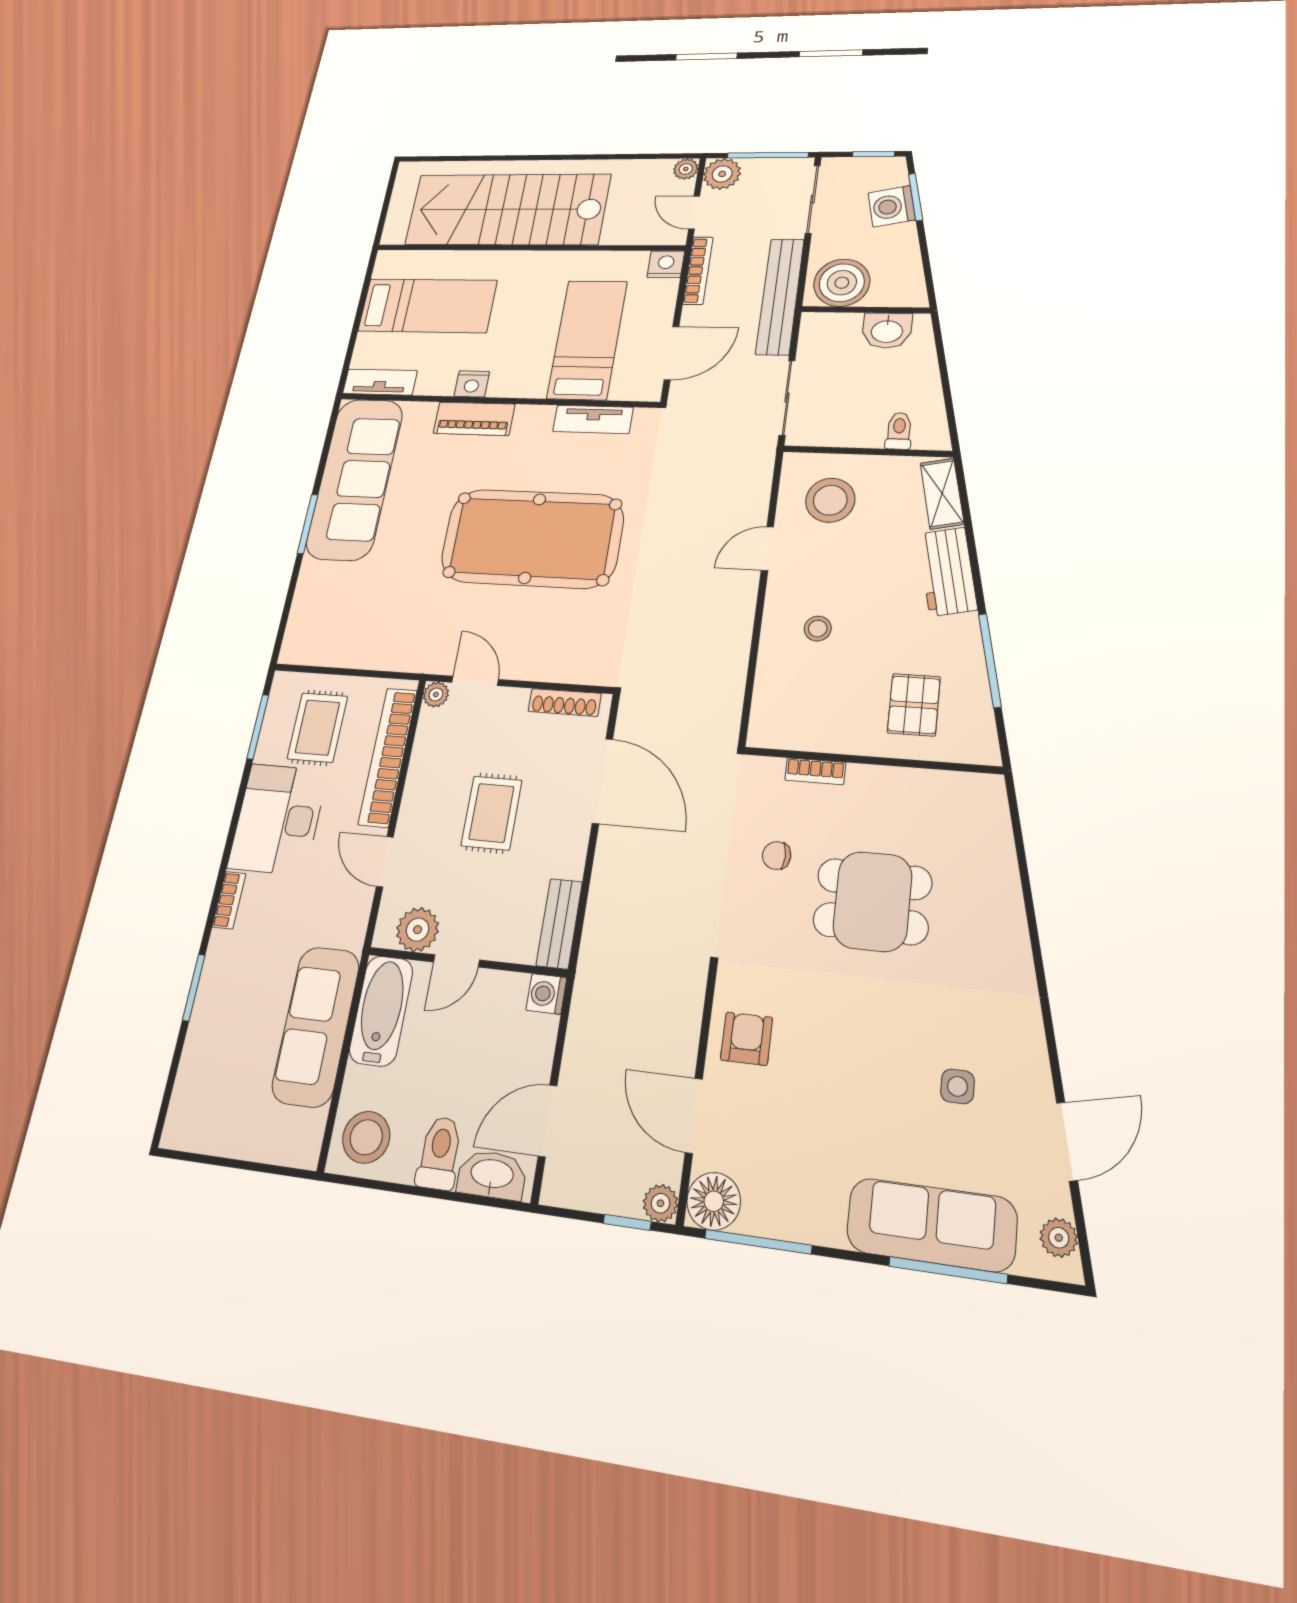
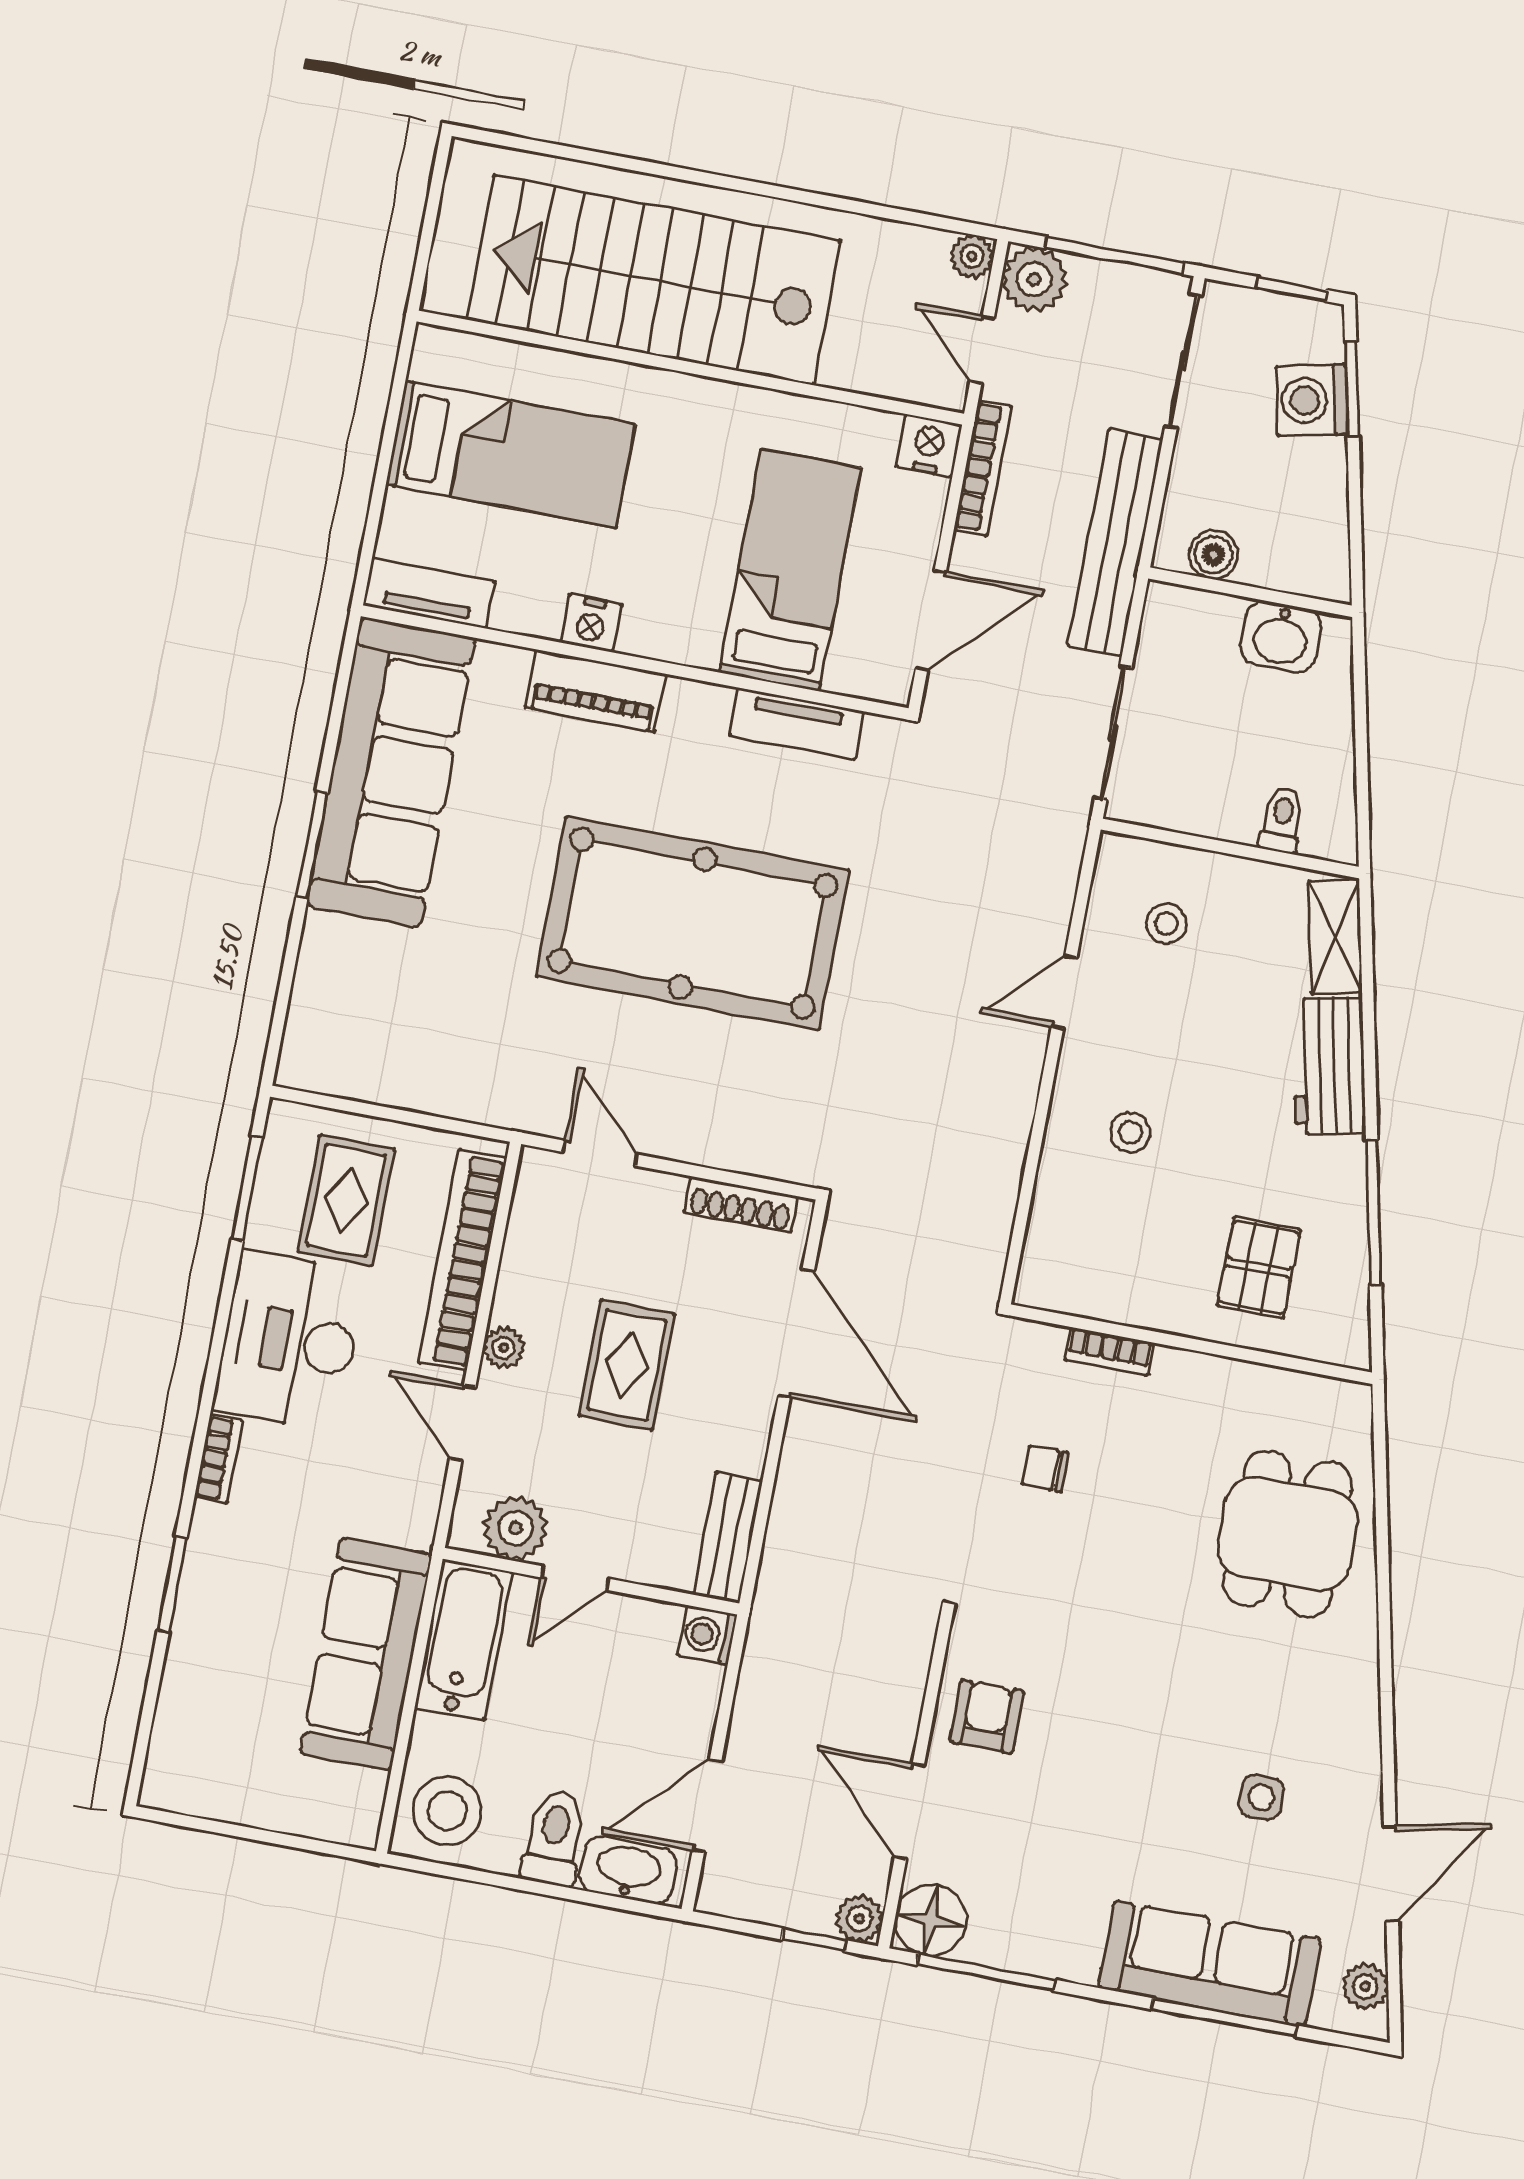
boiler: (842, 283) -> (1214, 555), width x0.54, depth x0.54
stool: (830, 500) -> (1166, 924), width x0.53, depth x0.53
plant: (436, 694) -> (504, 1348), moved
dining table: (873, 901) -> (1288, 1534), moved, turned 90

